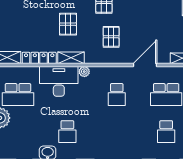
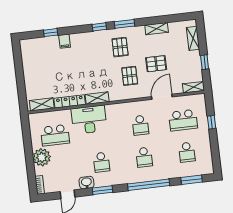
pallet: (68, 24) -> (156, 64), moved, turned 90
plant: (84, 72) -> (110, 109), removed
school desk: (117, 132) -> (144, 157), added

